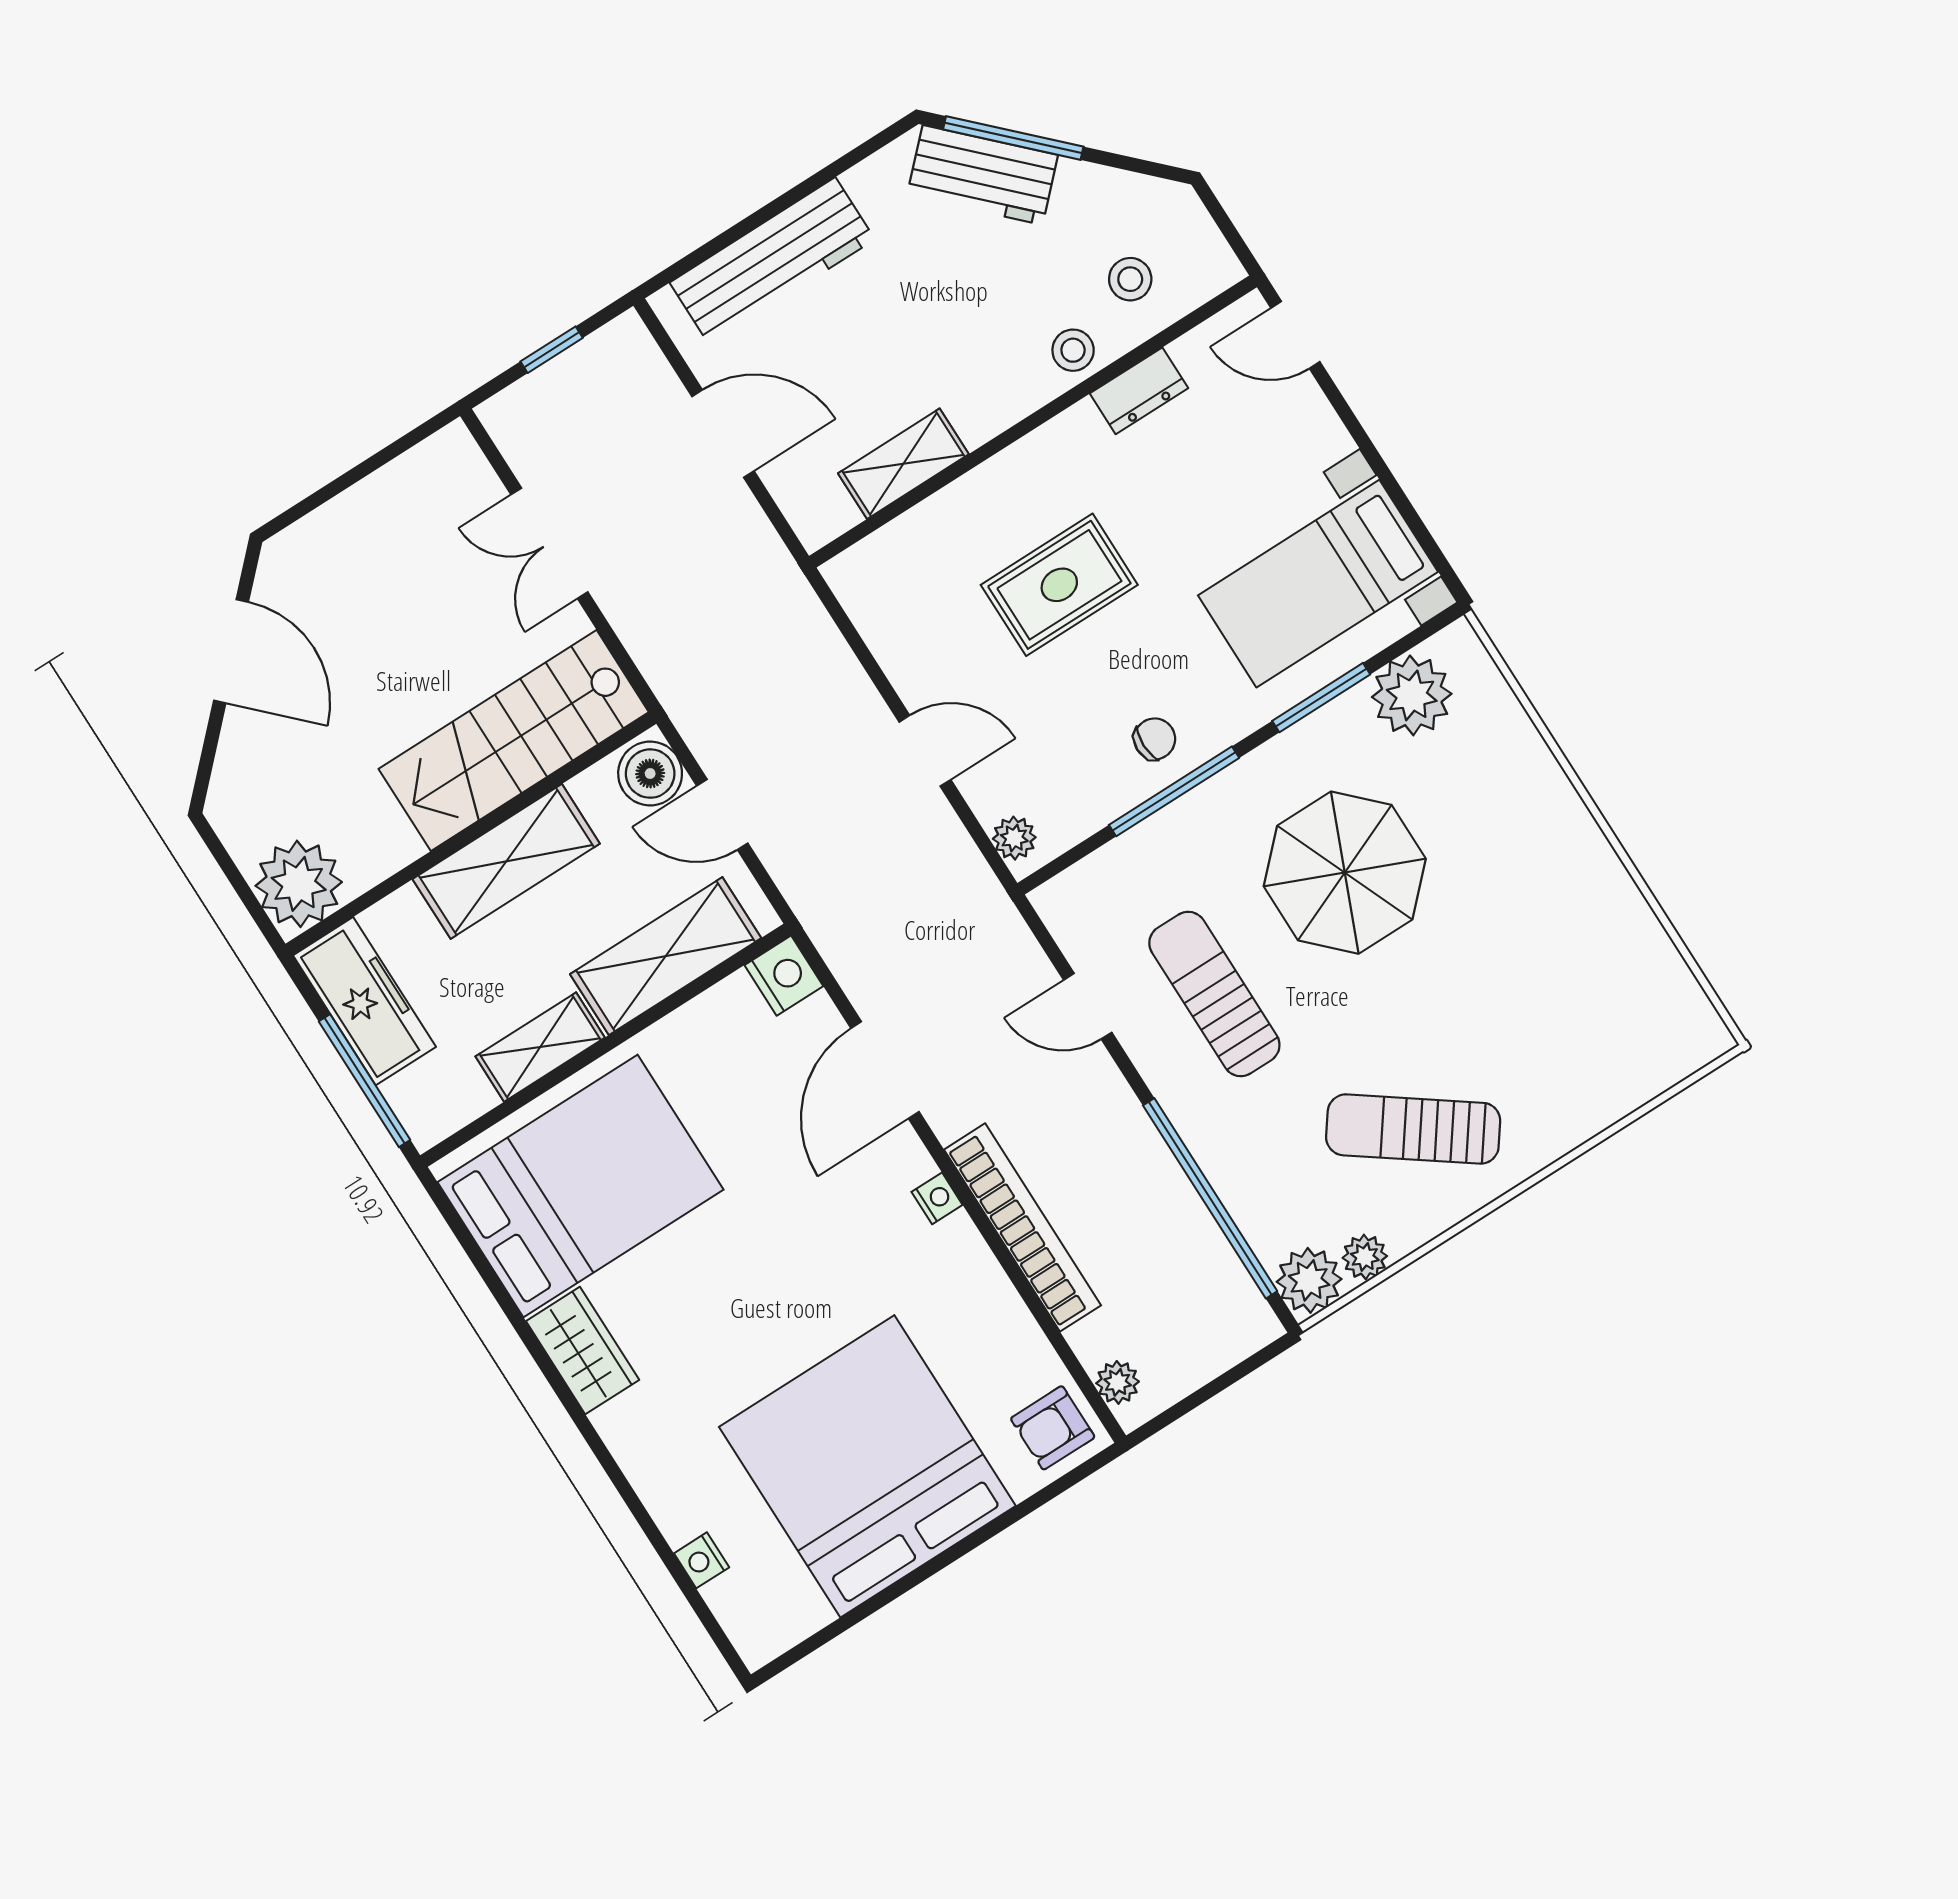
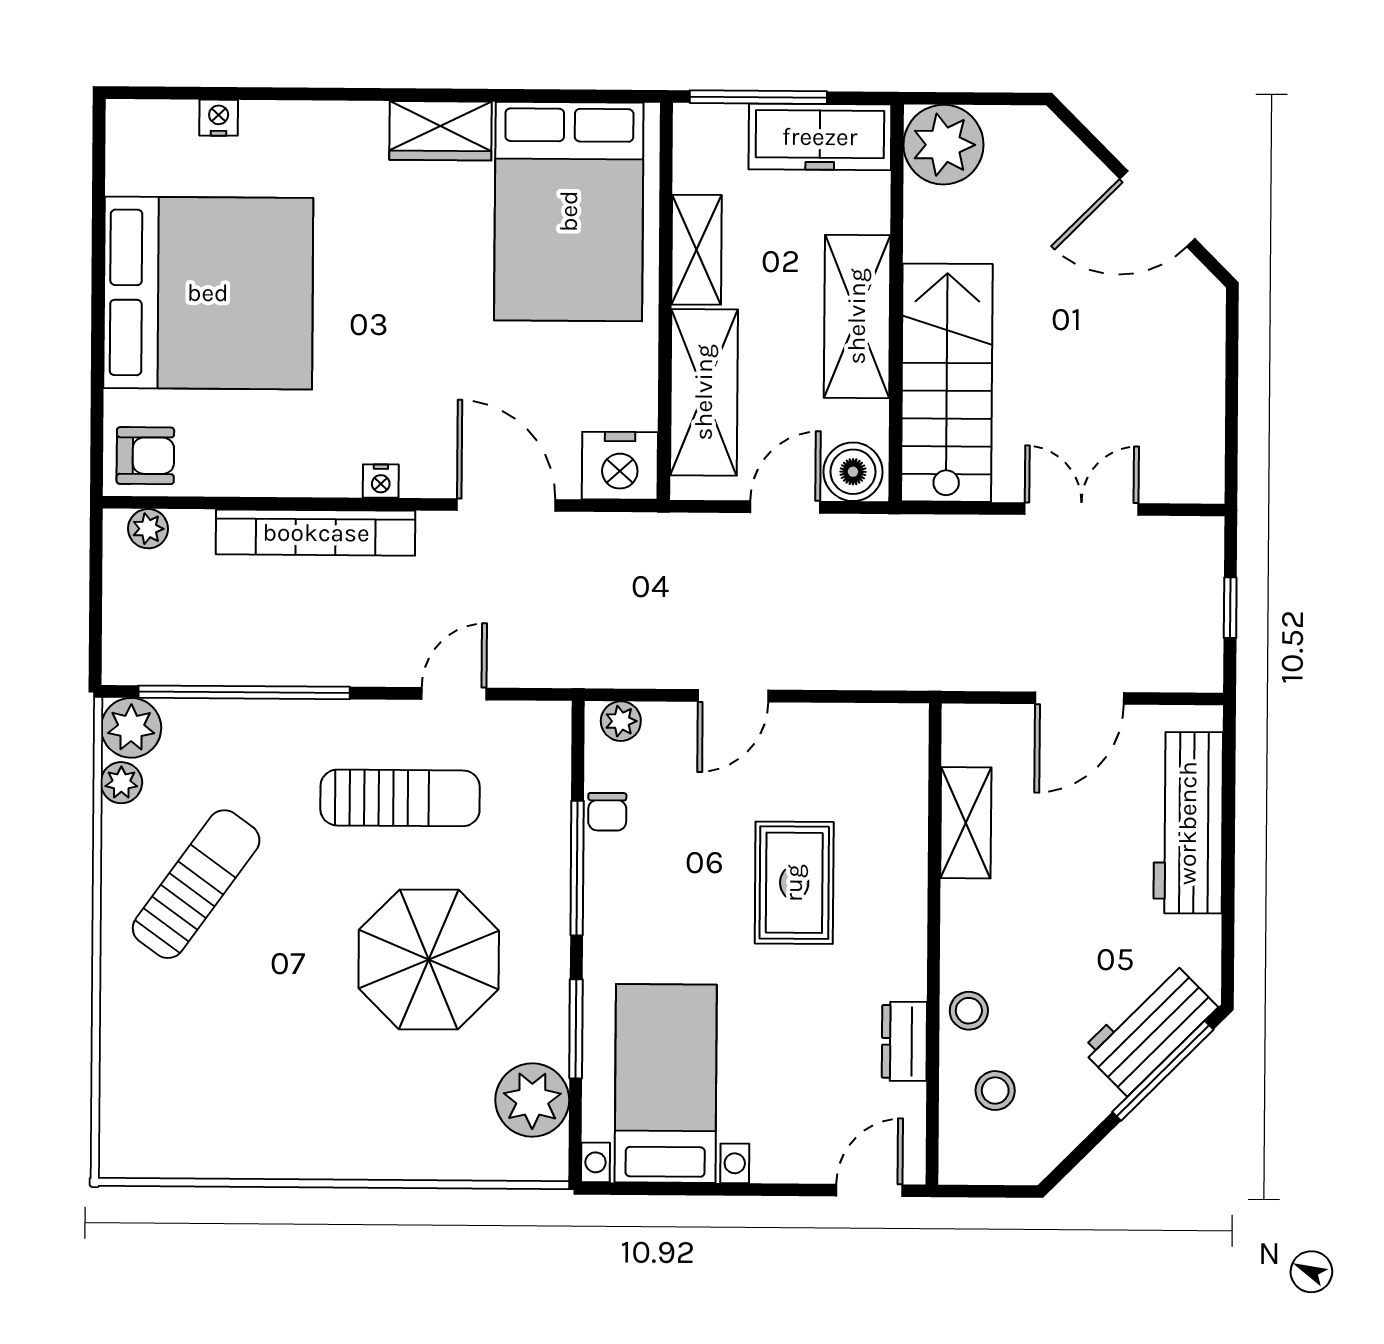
chair: (1155, 739) -> (607, 812), moved
nightstand: (784, 976) -> (620, 466), width x1.36, depth x1.33
armchair: (1053, 1428) -> (145, 456), turned 90

